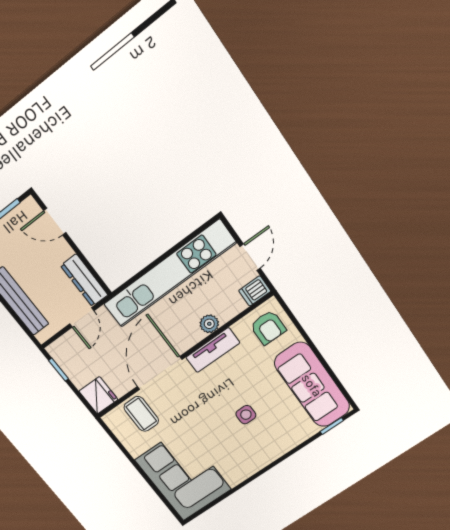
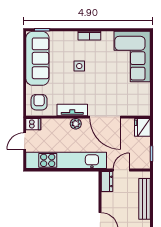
dresser: (84, 280) -> (107, 181), width x0.70
plant: (209, 324) -> (76, 124), moved
door: (160, 373) -> (105, 117), hinge flipped
coffee table: (141, 414) -> (129, 103), removed
bookcase: (261, 462) -> (89, 36), added

